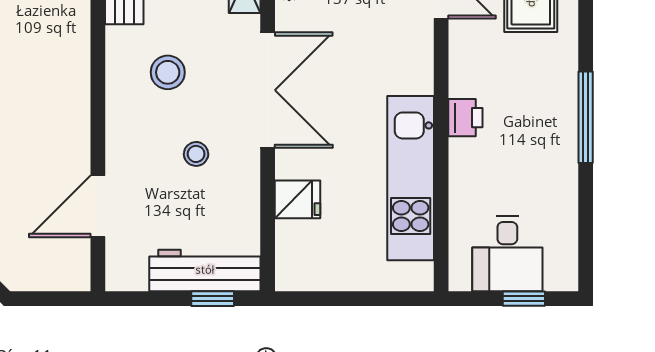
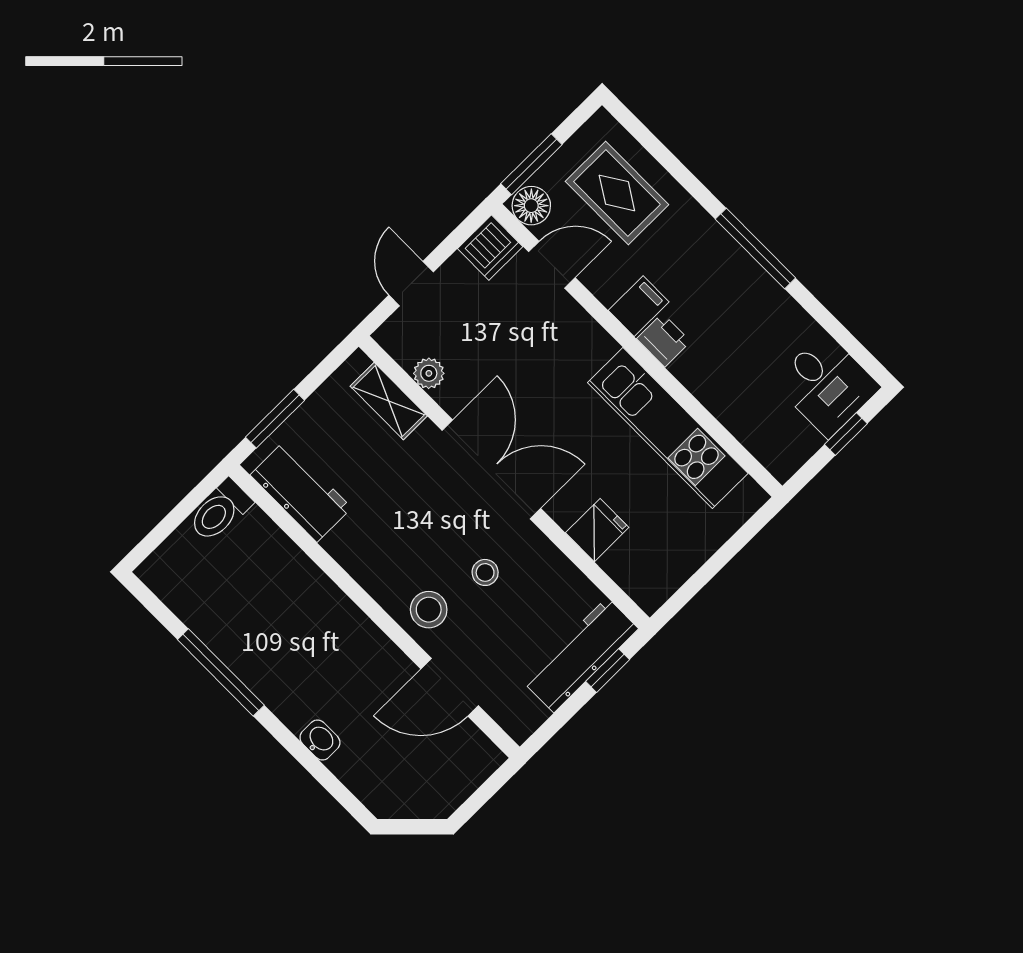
stool: (168, 72) -> (429, 610), moved
filing cabinet: (471, 79) -> (639, 306), added
door: (98, 206) -> (450, 687), hinge flipped
desk: (507, 254) -> (827, 385), moved

